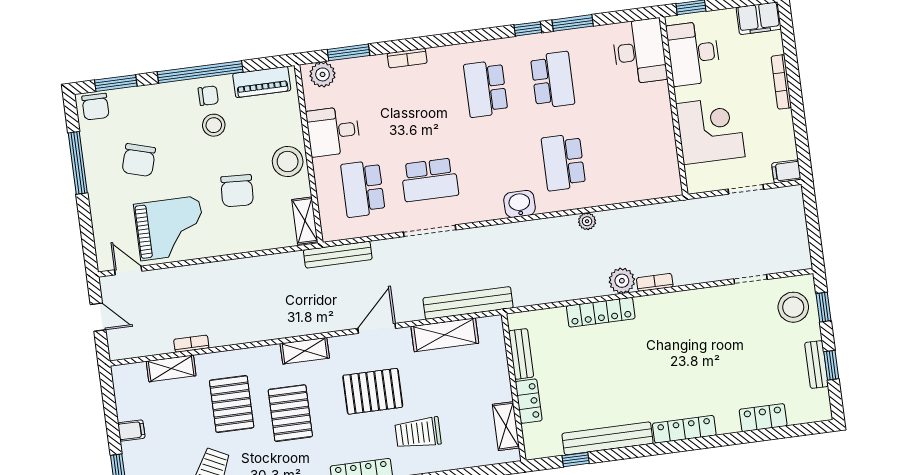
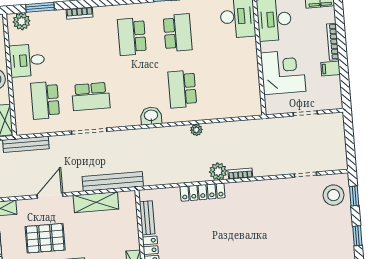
filing cabinet: (786, 171) -> (331, 68), moved
bench: (816, 365) -> (347, 235), removed

